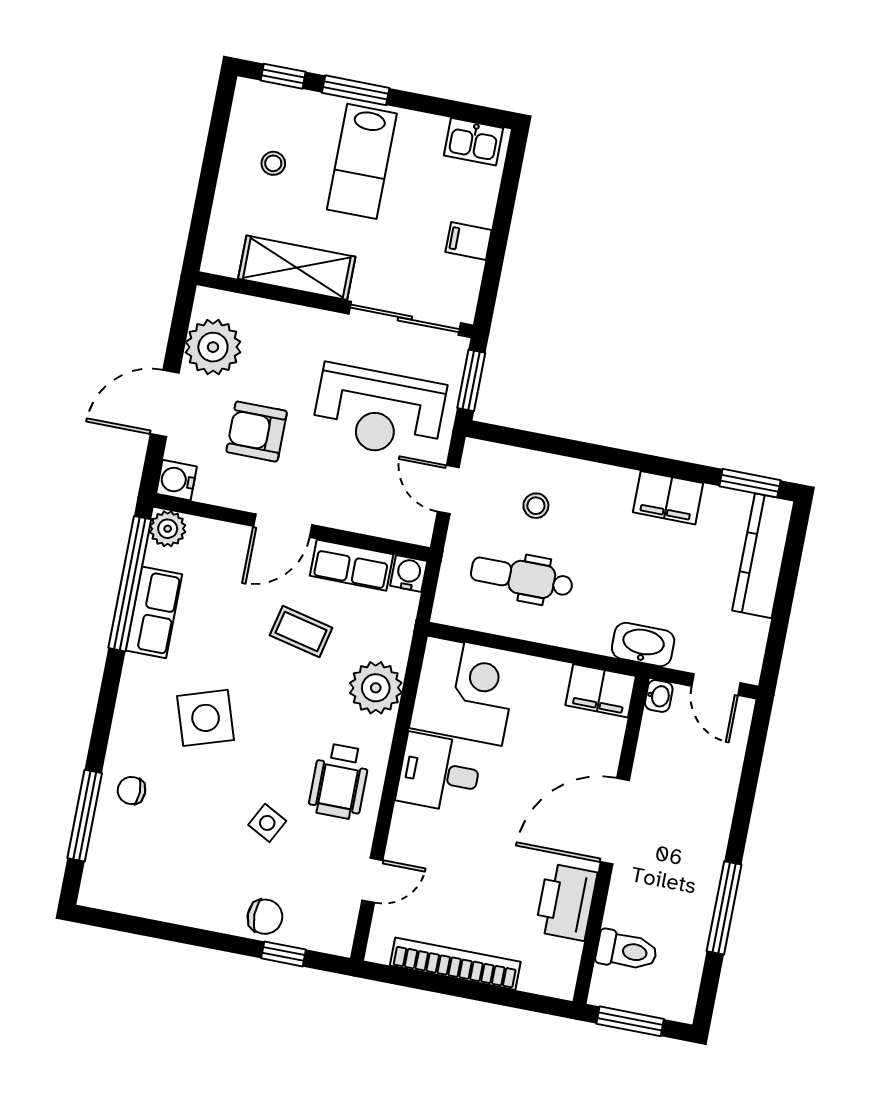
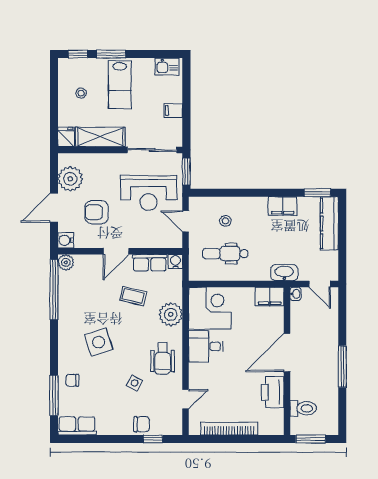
fridge: (222, 253) -> (66, 137), added
row of seats: (154, 612) -> (77, 426), moved, turned -90
window: (724, 908) -> (342, 367), moved

